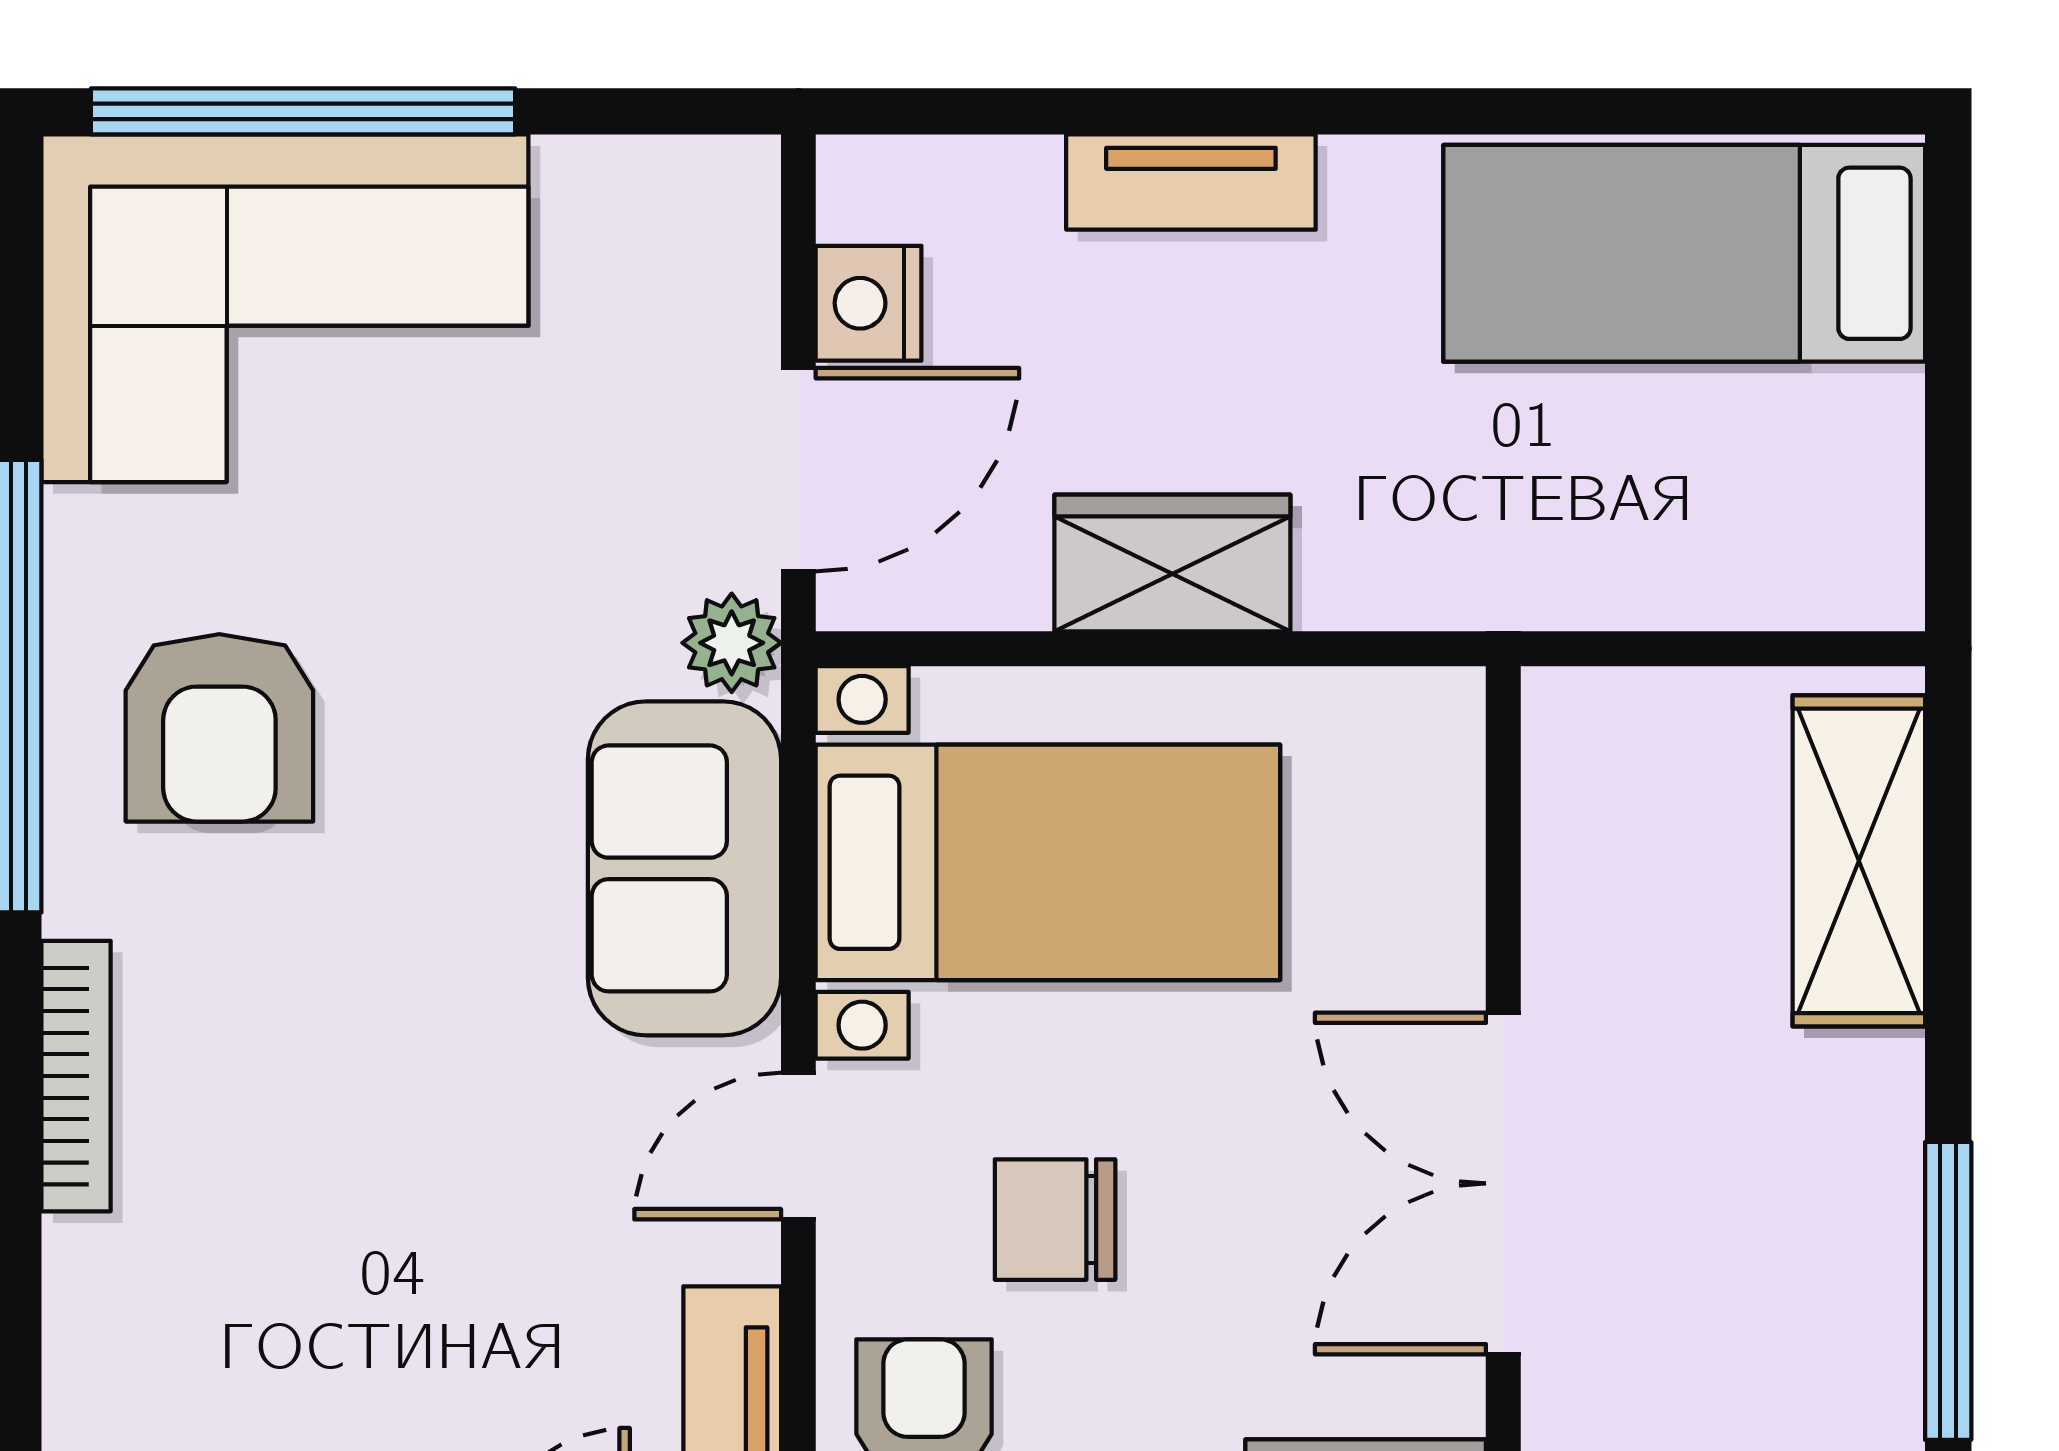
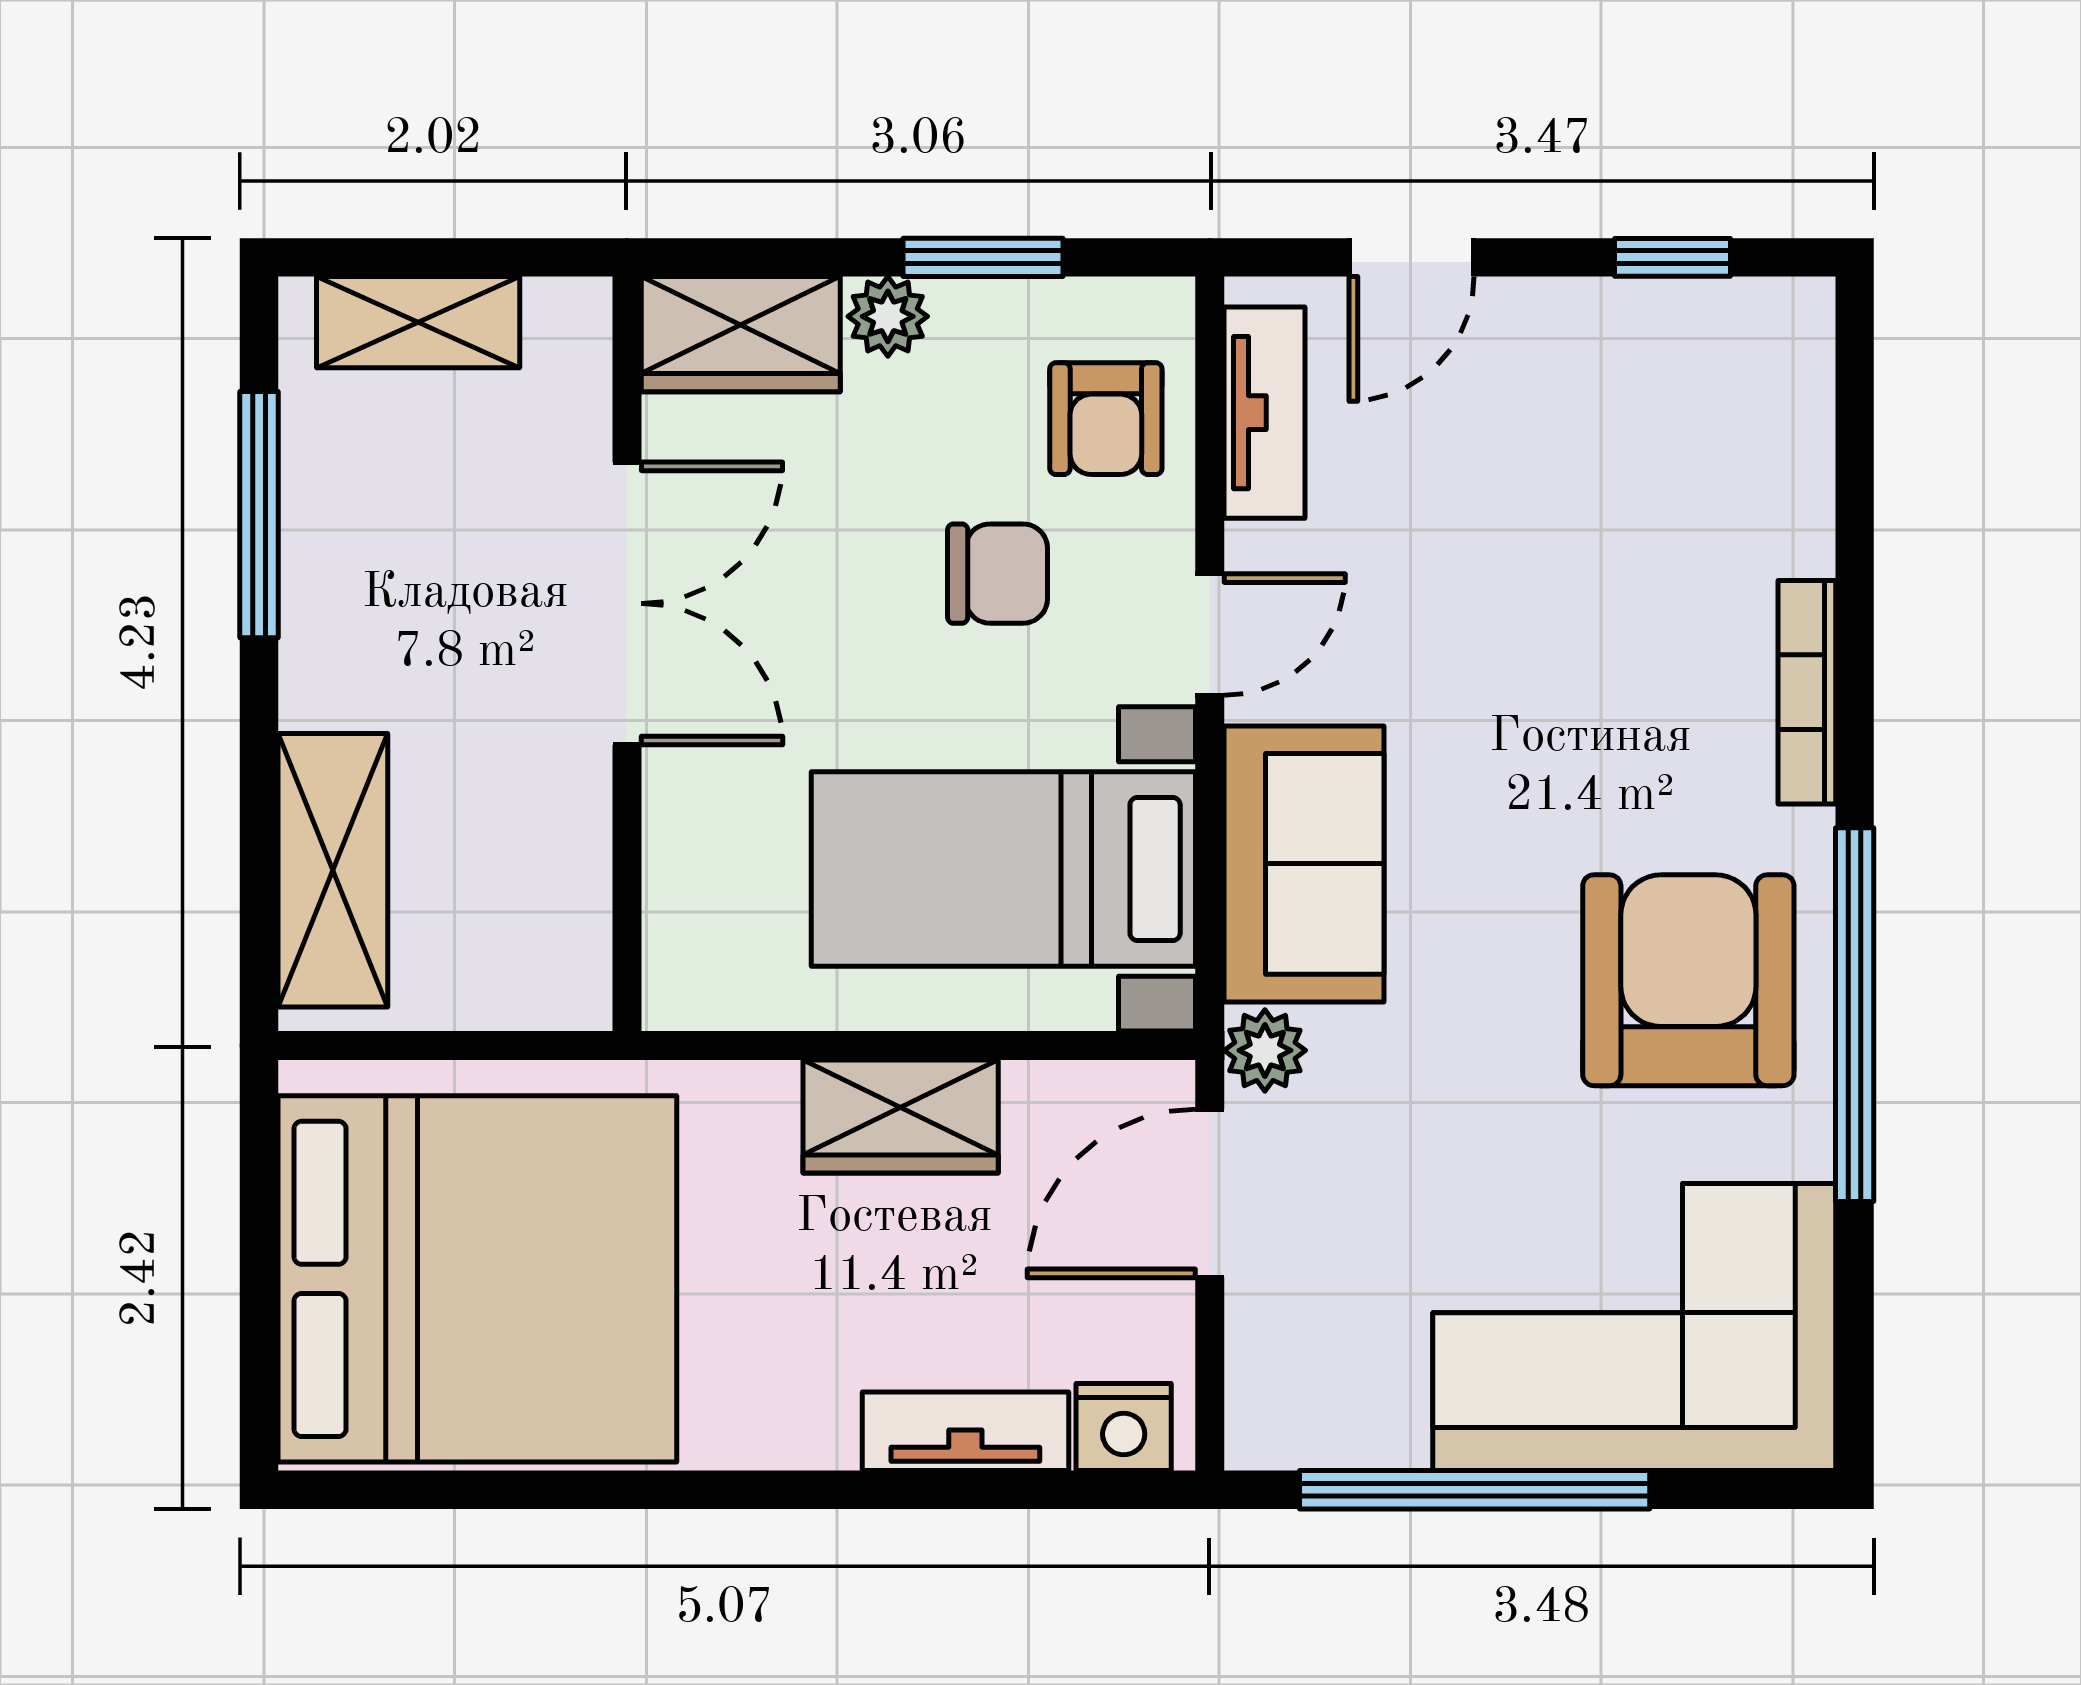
window: (303, 111) -> (1475, 1490), moved
tv unit: (1191, 182) -> (965, 1431), moved
bed: (1684, 253) -> (477, 1279), width x2.04
nightstand: (869, 303) -> (1124, 1427), moved, turned 90
armchair: (219, 728) -> (1688, 980), width x1.36, depth x1.36

